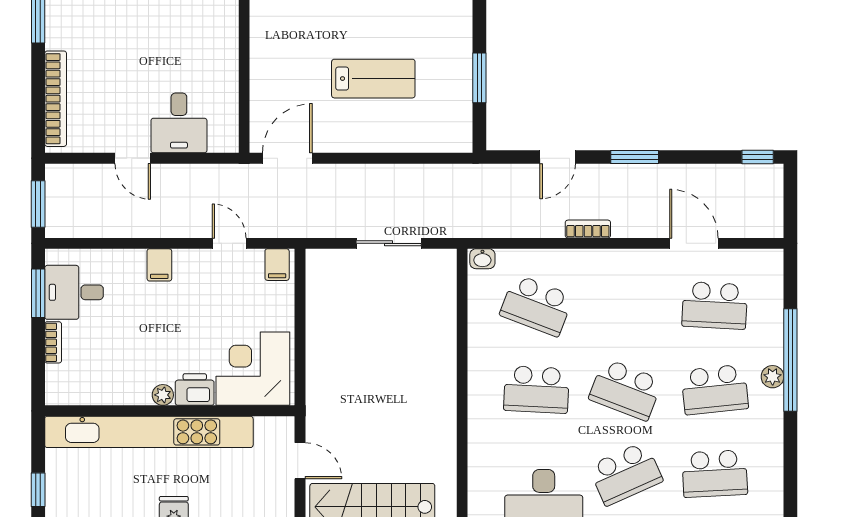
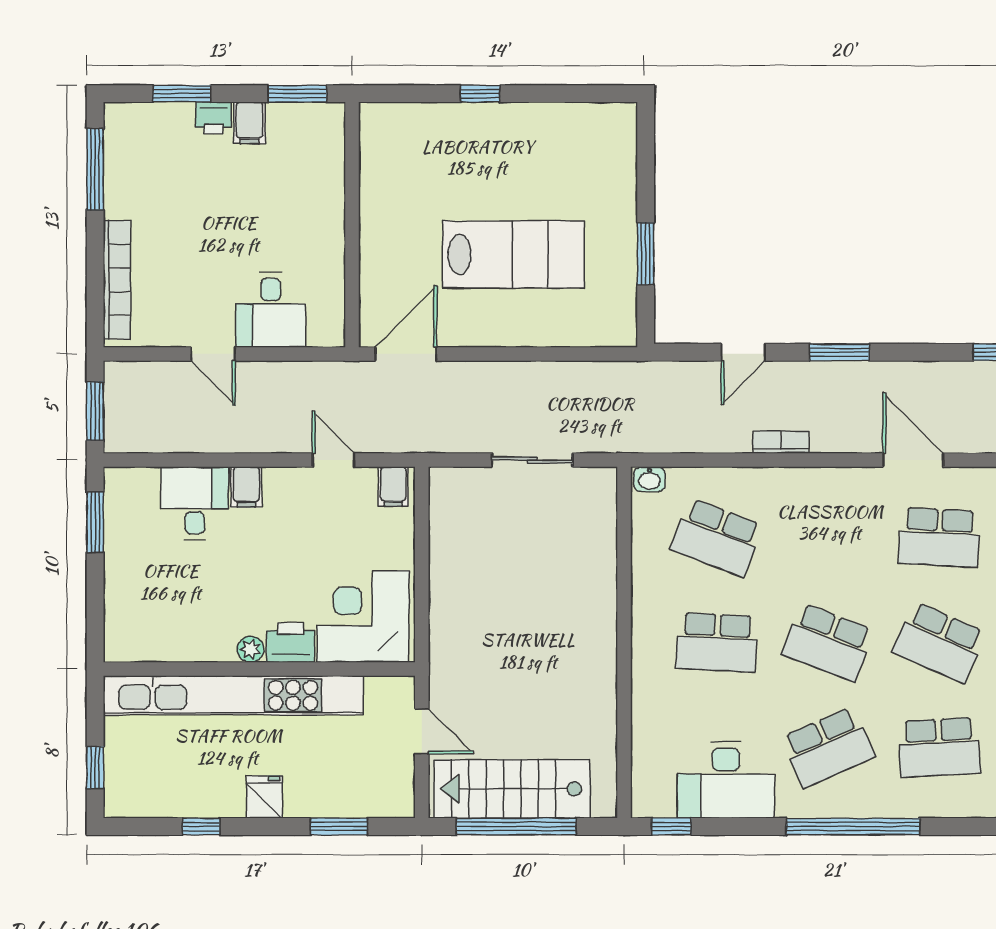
lab bench: (373, 79) -> (513, 255), width x1.36, depth x1.39
desk: (74, 292) -> (195, 503), moved, turned 90
bookcase: (53, 342) -> (114, 584), removed
school desk: (715, 390) -> (939, 642), turned 30

